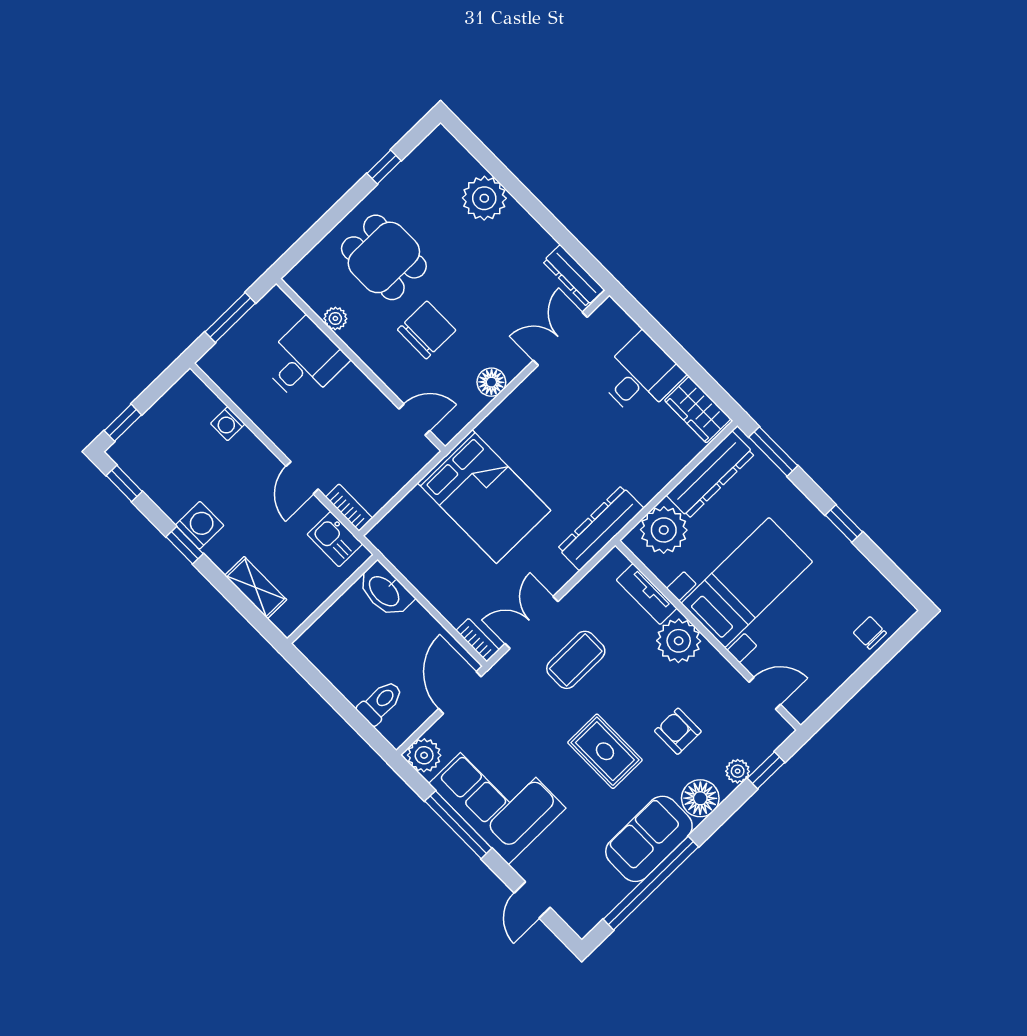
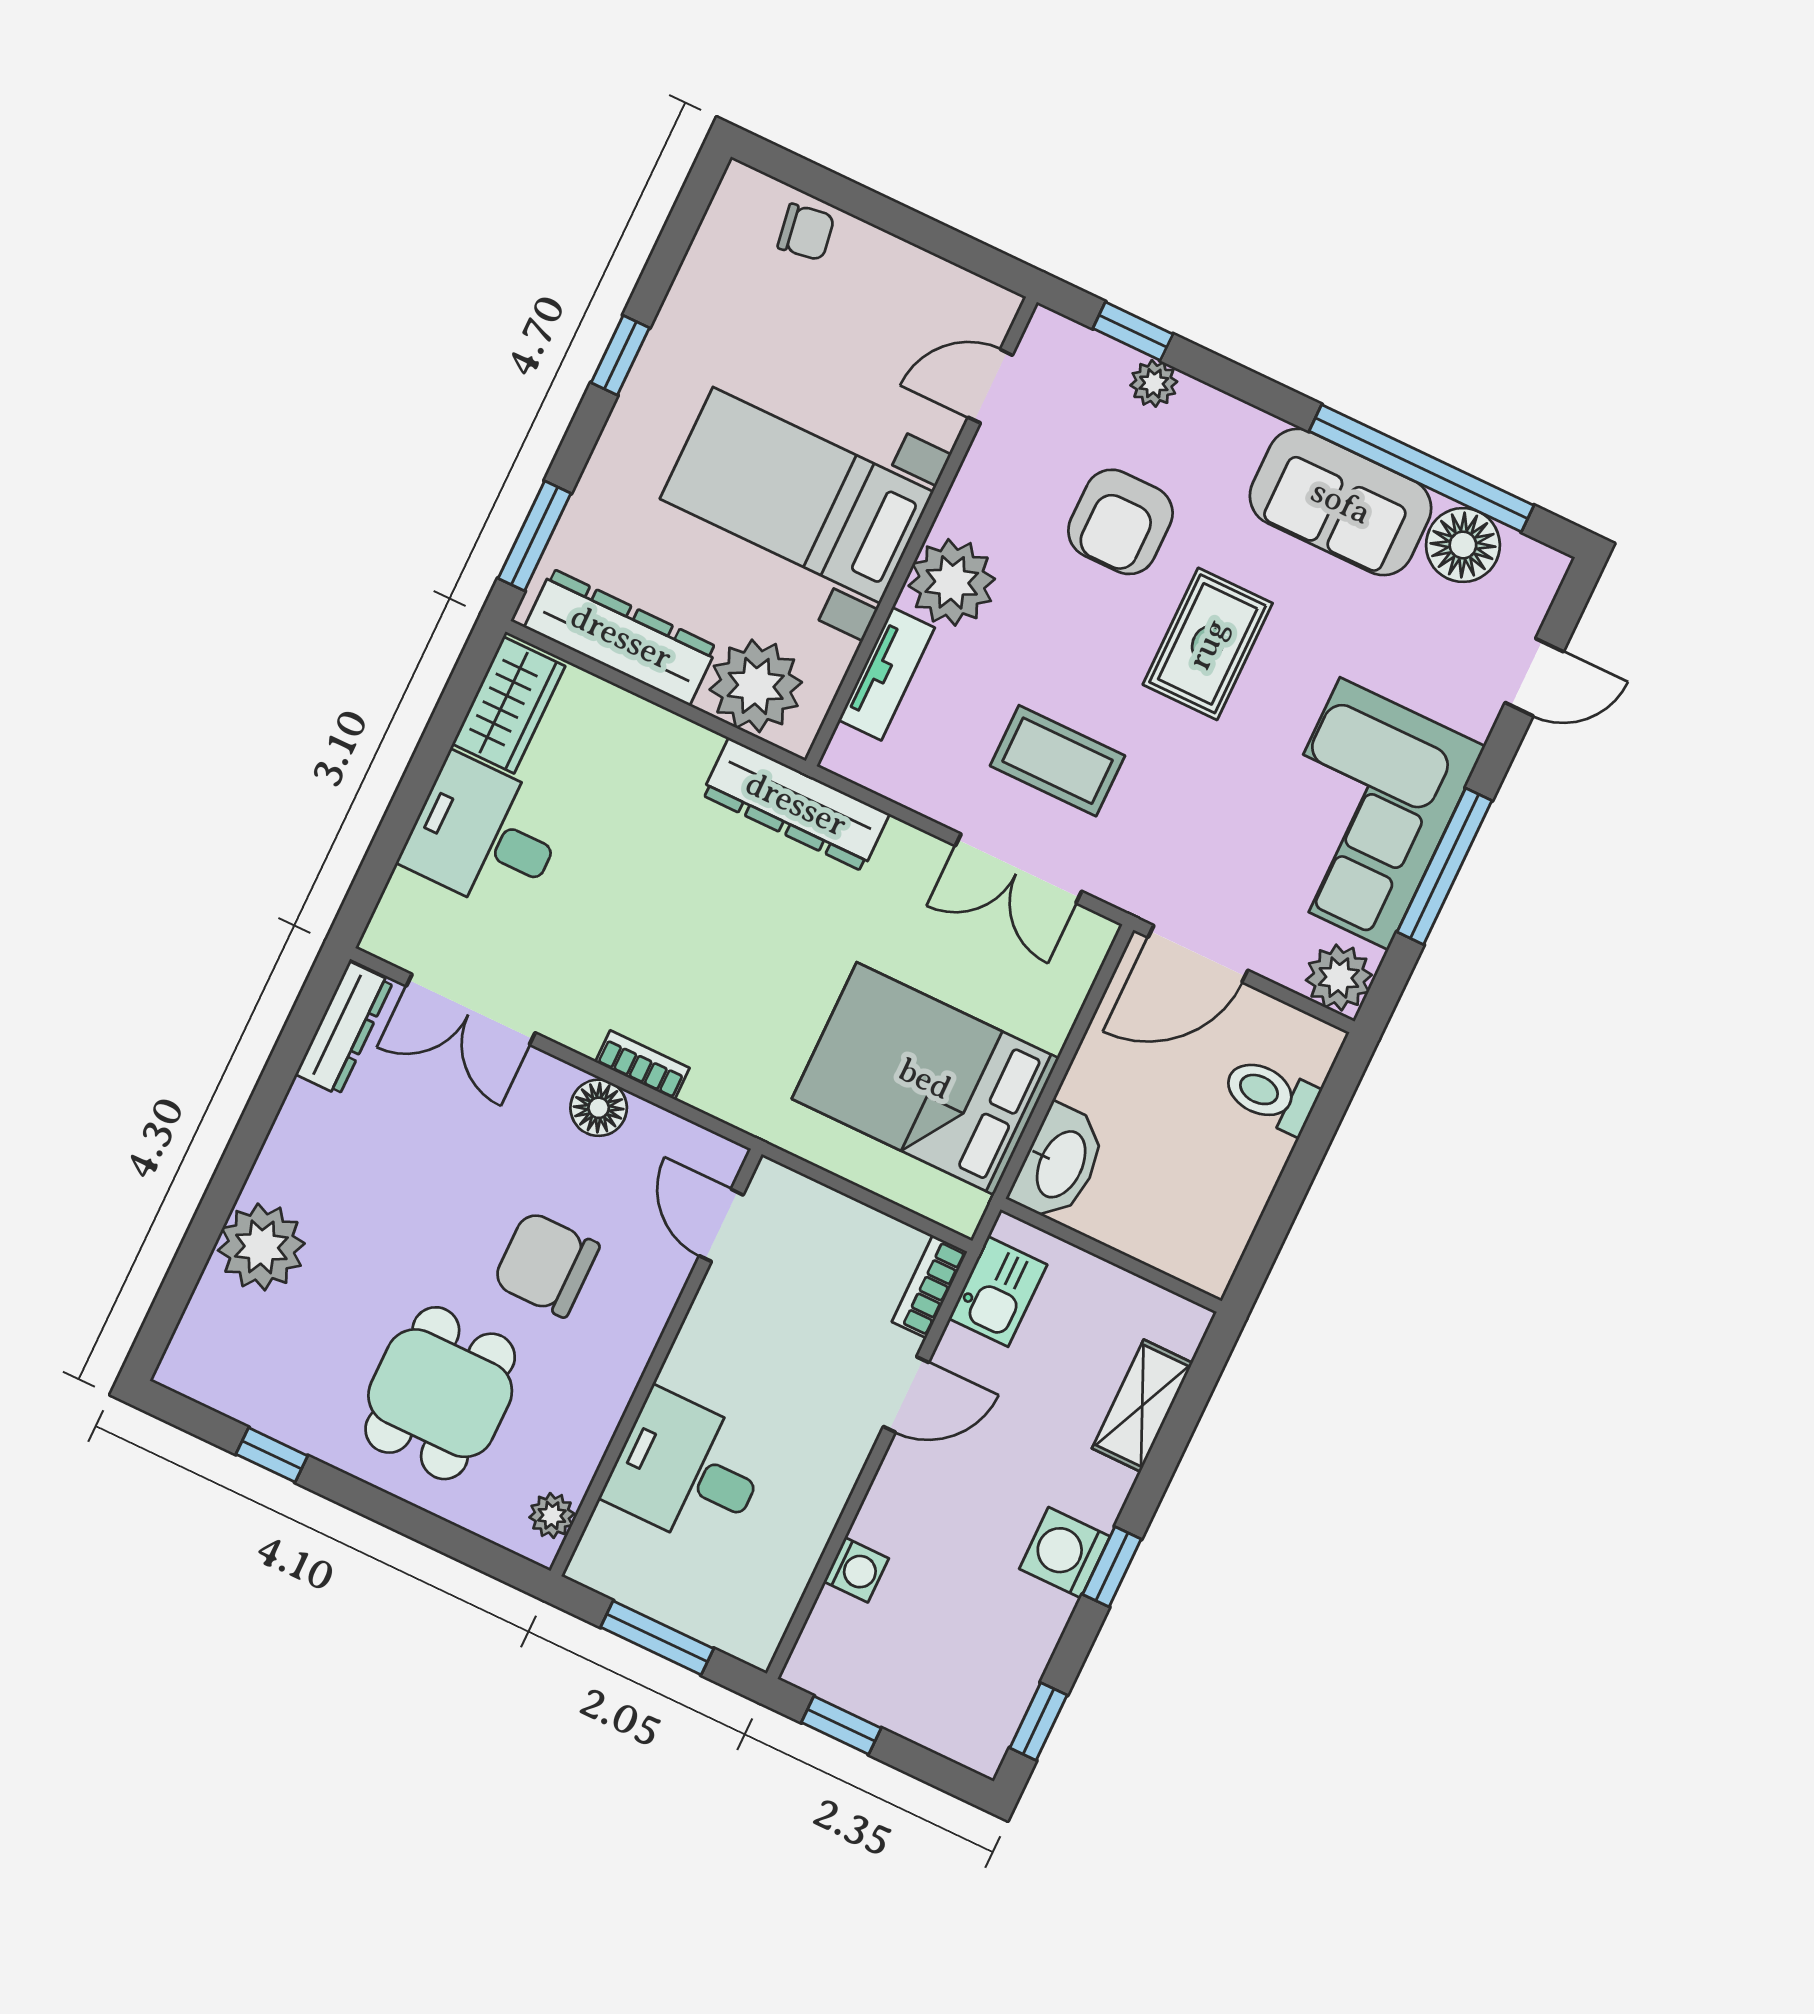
plant: (335, 318) -> (552, 1515), moved
window: (123, 423) -> (841, 1725), moved
bed: (484, 497) -> (925, 1079), moved, turned -90
chair: (870, 633) -> (806, 232), turned -99
bookcase: (478, 640) -> (642, 1065), moved, turned 90
door: (765, 693) -> (990, 386), hinge flipped
armchair: (678, 731) -> (1120, 522), width x1.38, depth x1.38
floor lamp: (700, 798) -> (1463, 545), moved

